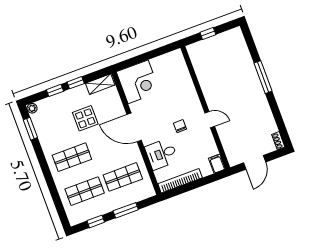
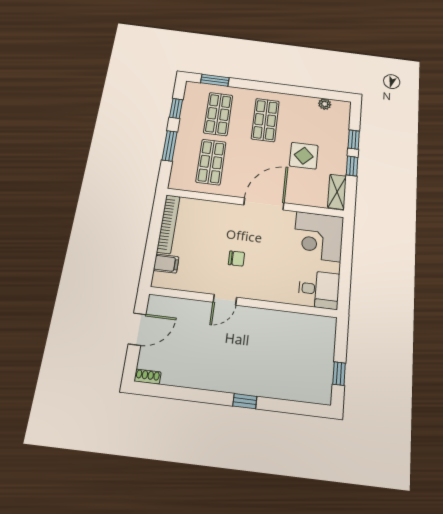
window: (208, 34) -> (339, 374), moved
window: (263, 77) -> (245, 401), width x0.46
plant: (32, 108) -> (325, 104), moved
window: (30, 129) -> (215, 80), moved
desk: (161, 154) -> (319, 289), moved, turned 90
door: (255, 162) -> (137, 329), swing flipped
filing cabinet: (217, 164) -> (166, 264), moved

